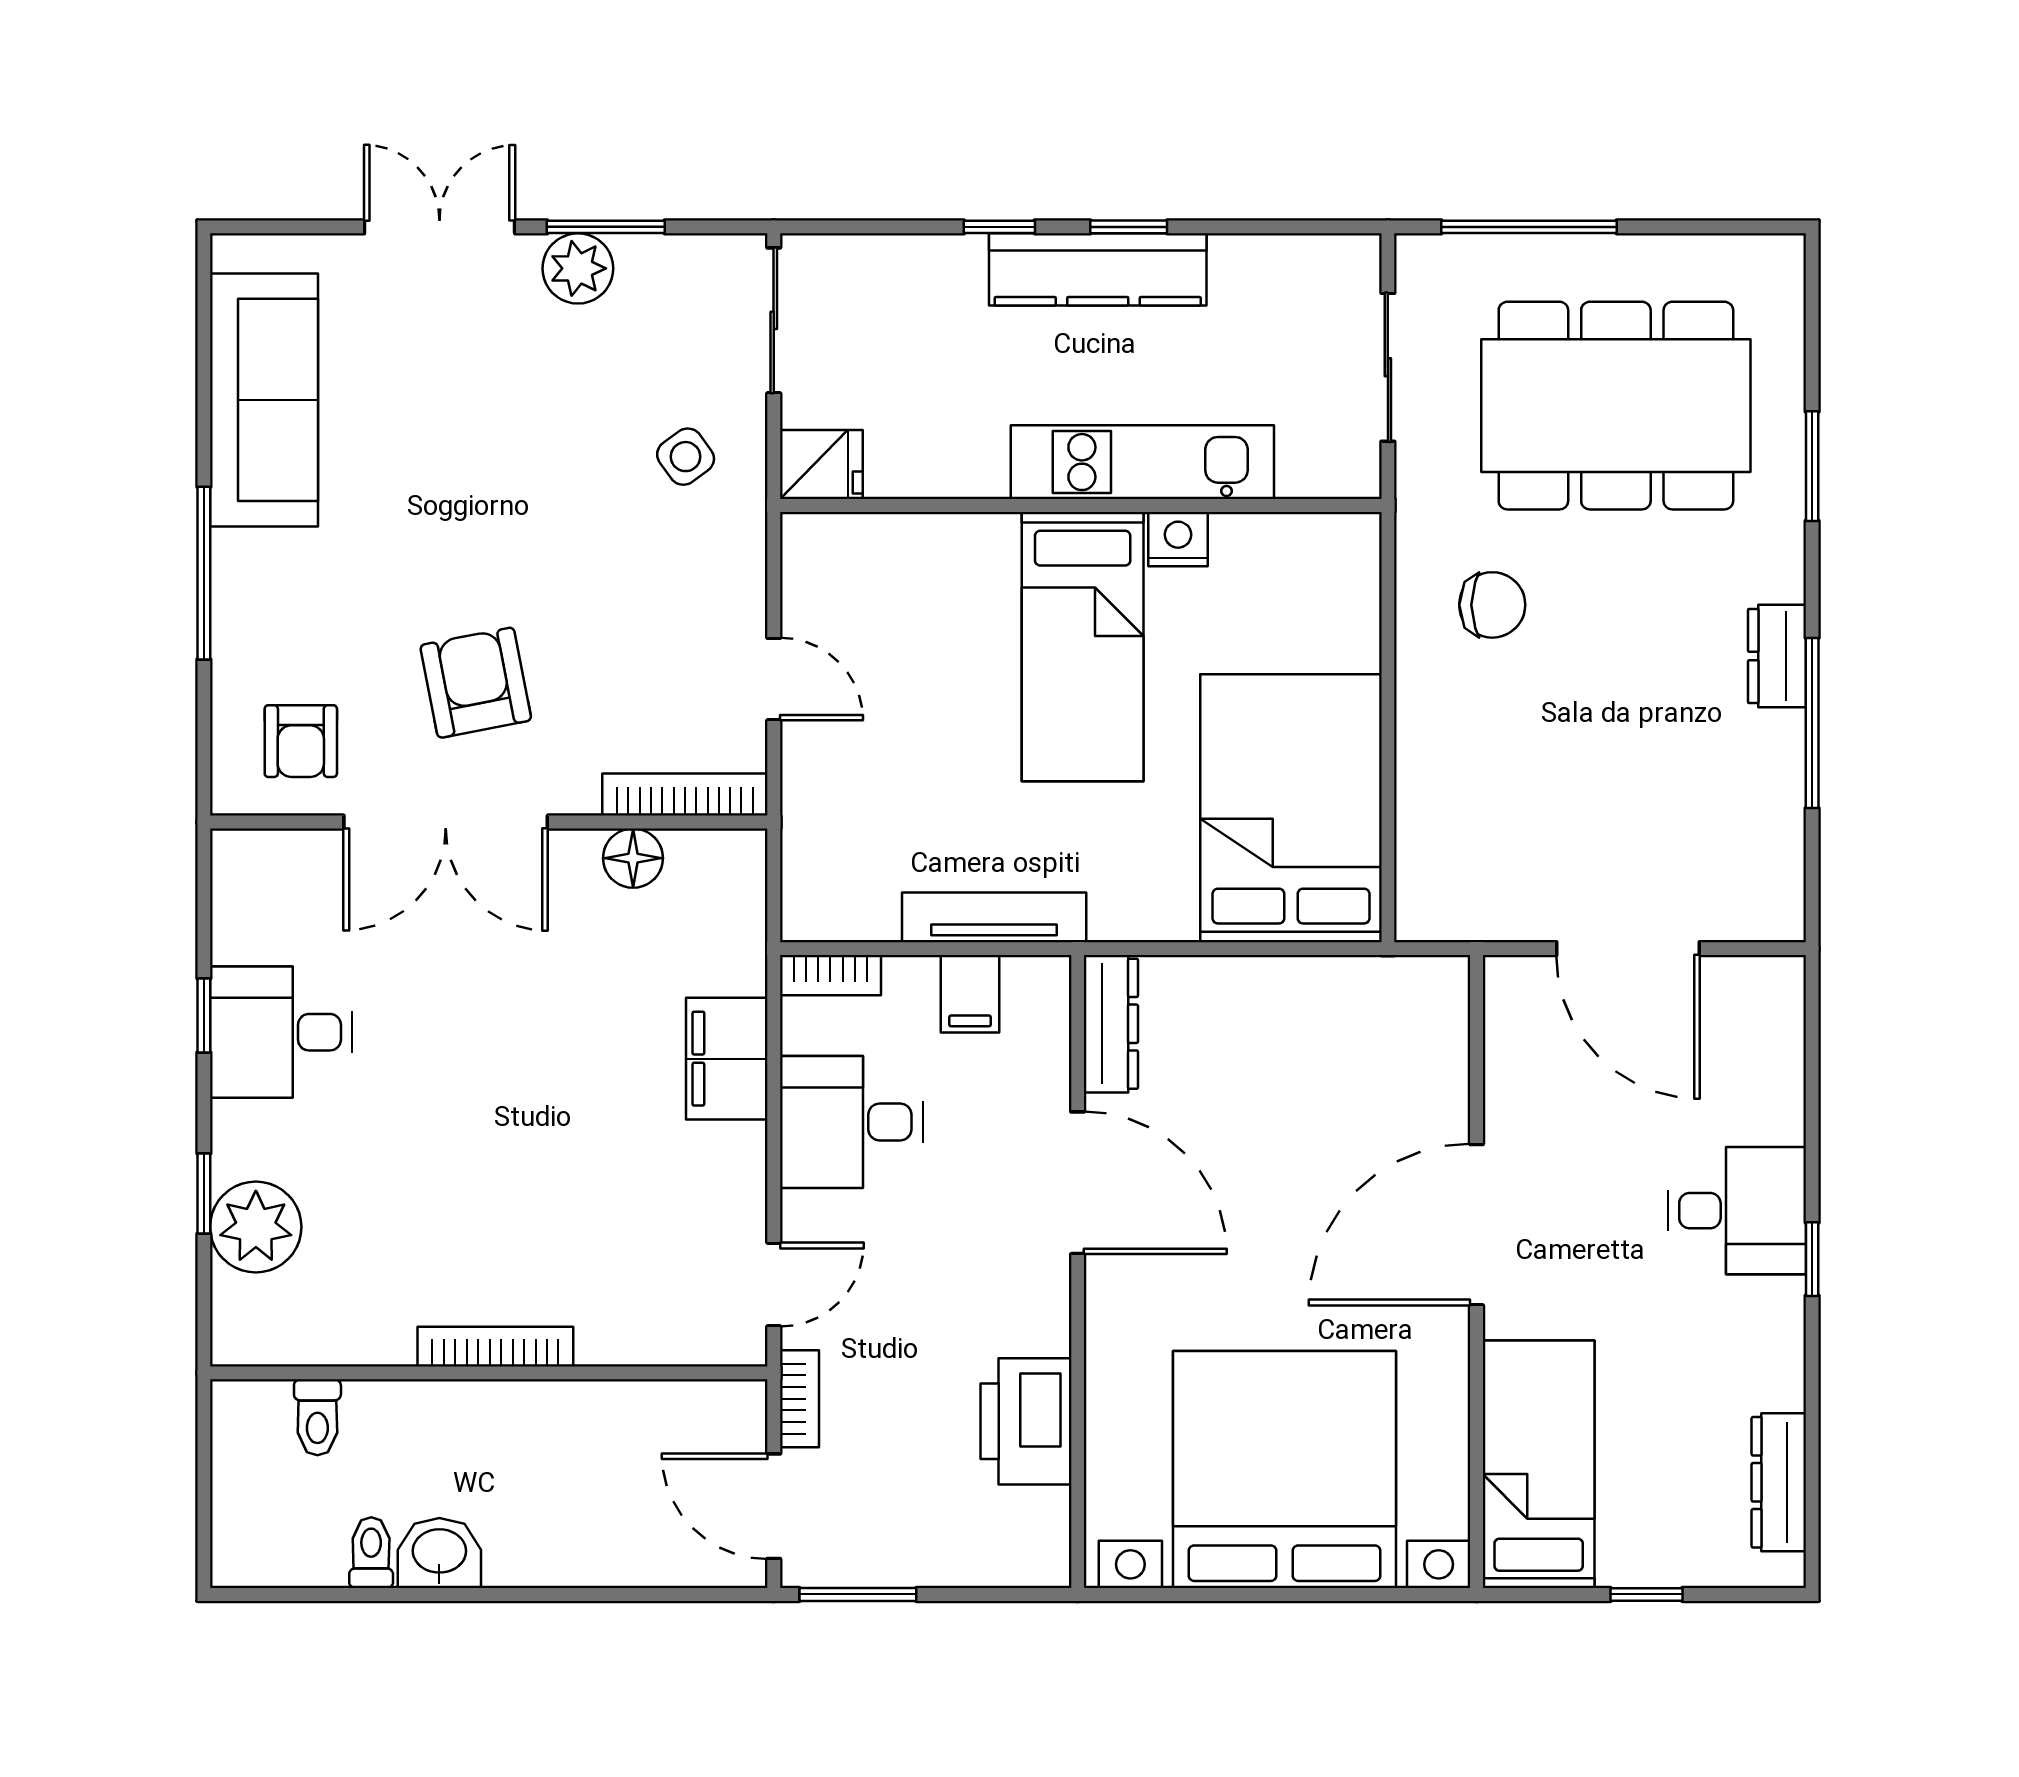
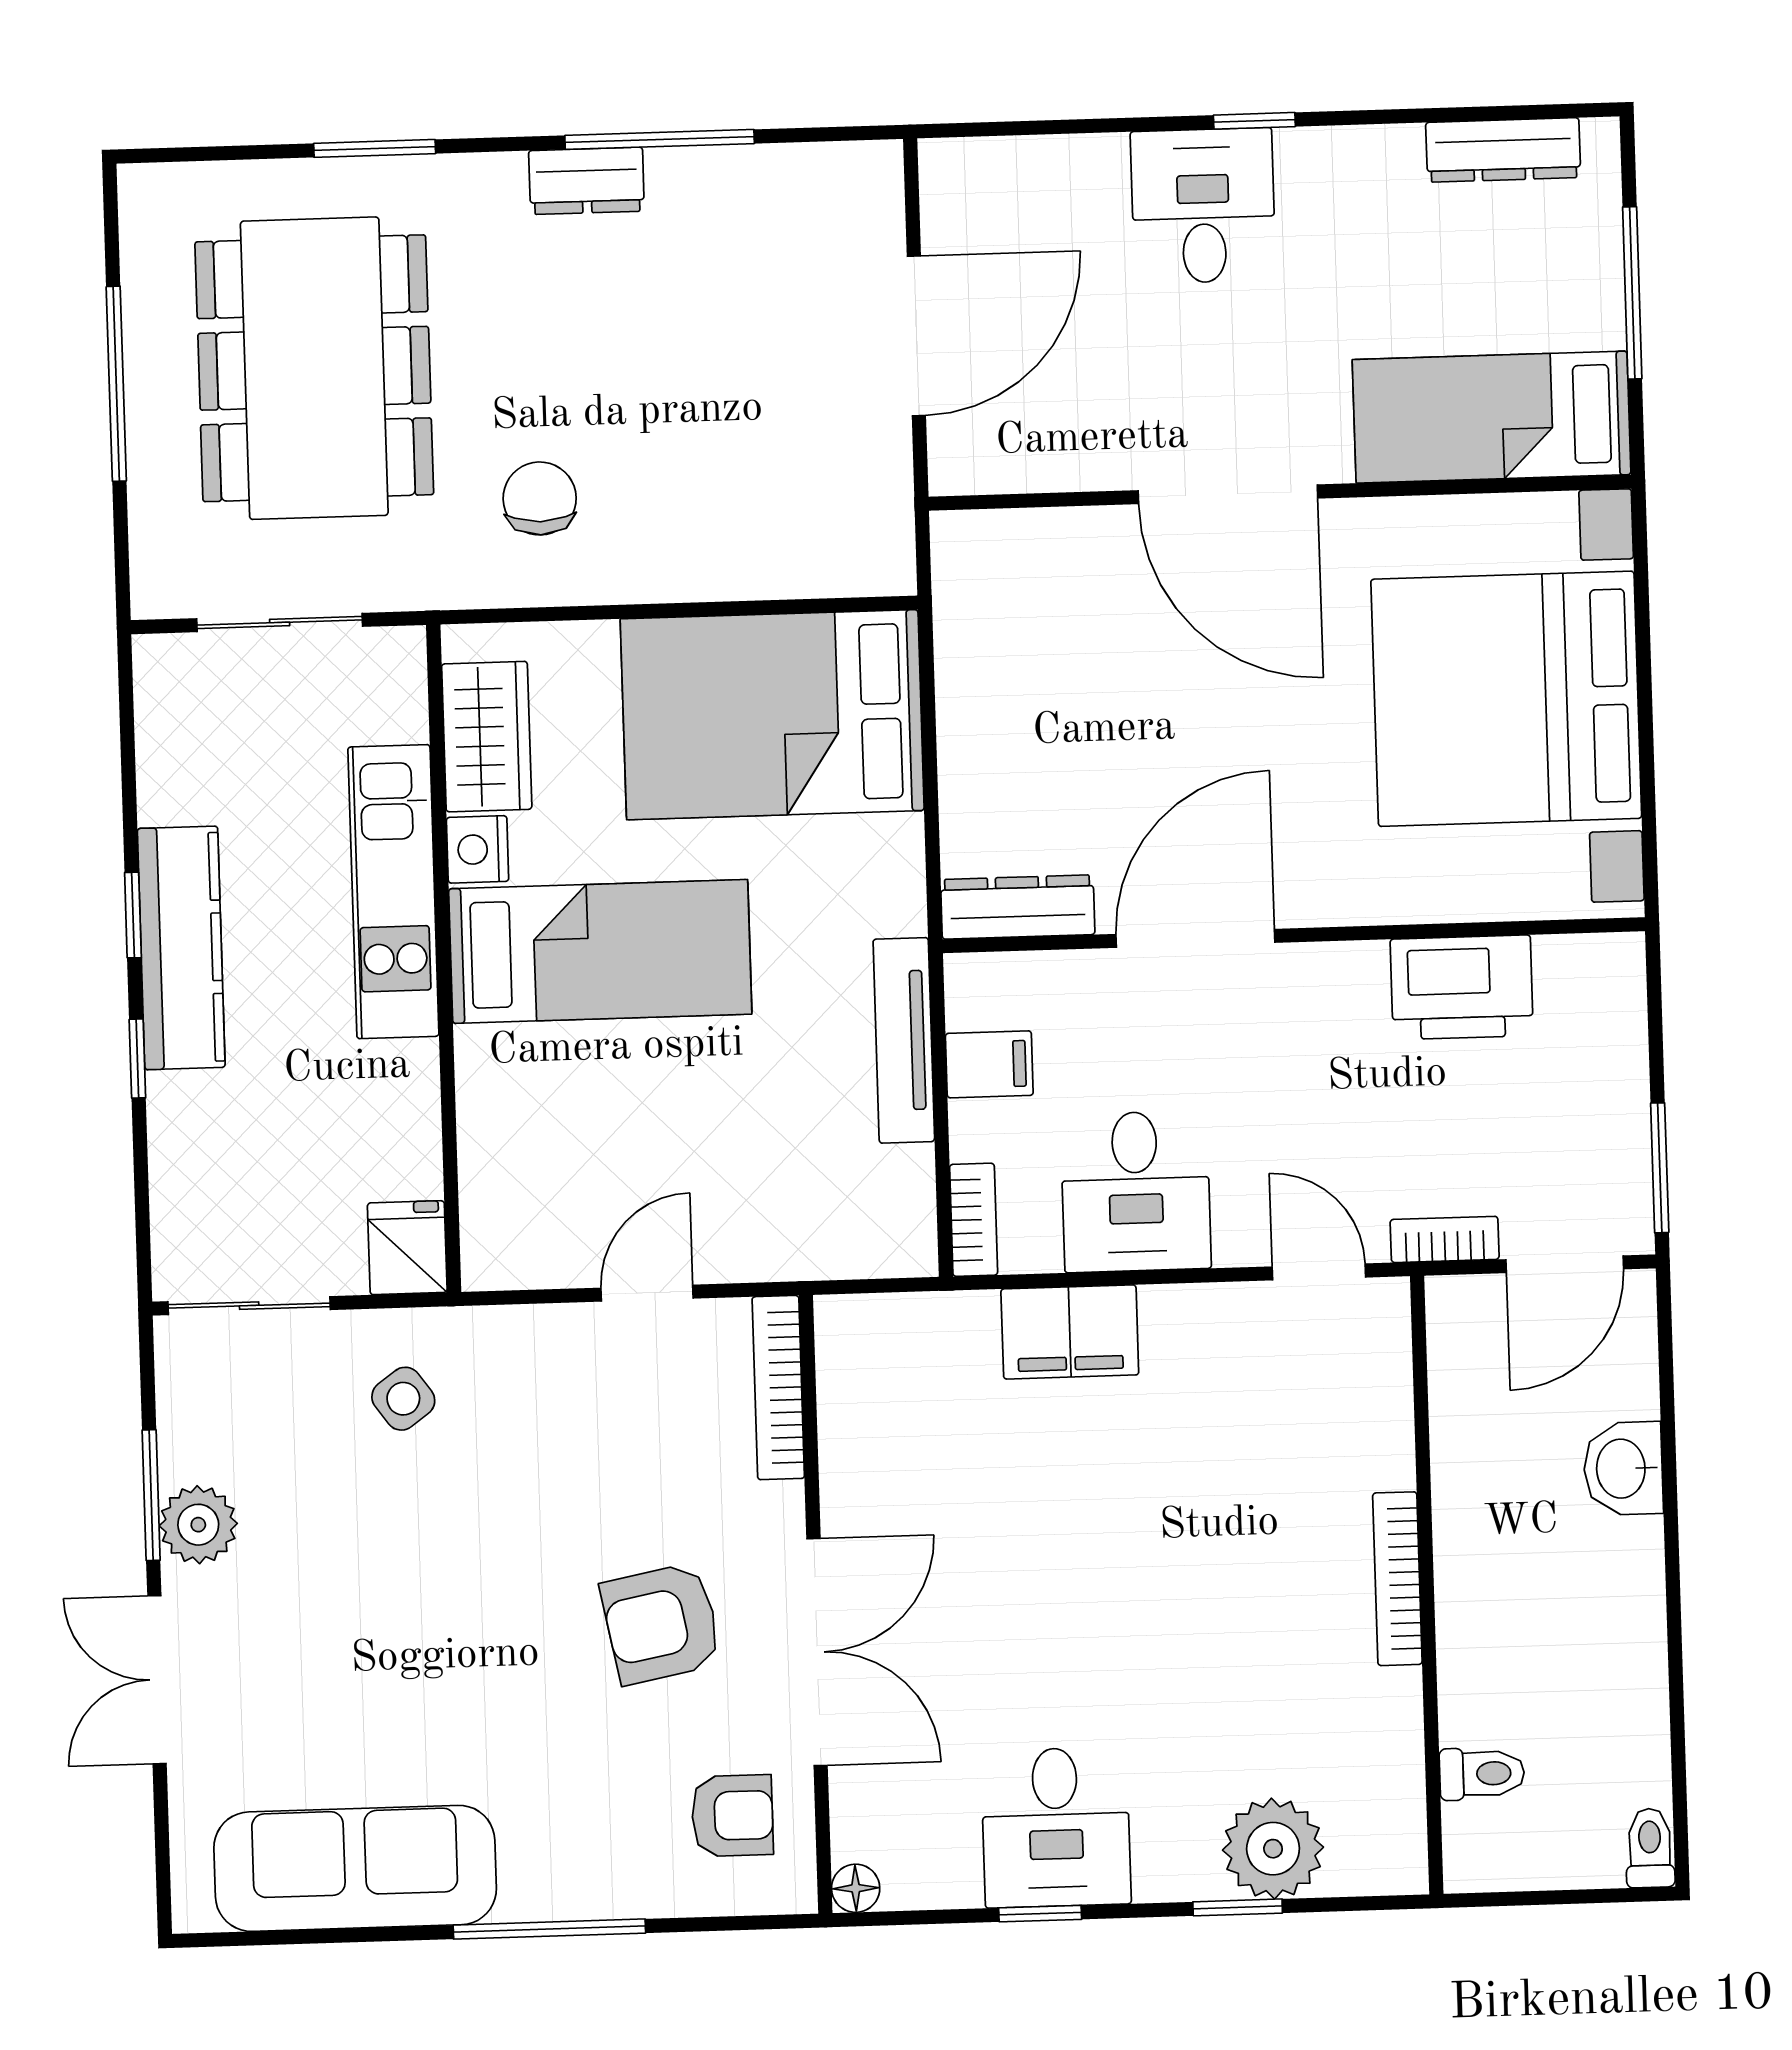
window: (1529, 227) -> (116, 384), moved
wardrobe: (1279, 550) -> (487, 737), added
floor lamp: (633, 858) -> (856, 1888), moved, width x0.73, depth x0.73
toilet: (371, 1553) -> (1650, 1848), moved, turned 90
washbasin: (439, 1553) -> (1623, 1468), moved
window: (1646, 1594) -> (1632, 293), width x2.17

